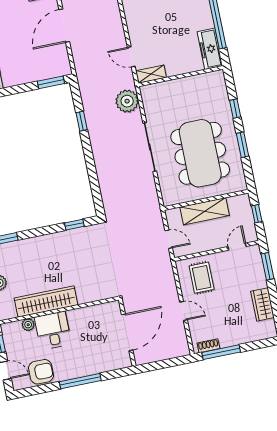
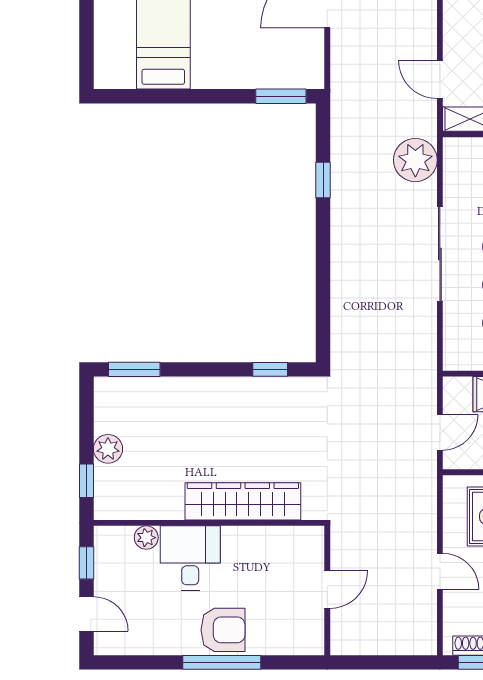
door: (169, 239) -> (440, 432), hinge flipped
wardrobe: (46, 302) -> (243, 501), moved
door: (127, 332) -> (327, 590), width x0.53
armchair: (41, 372) -> (223, 630), moved

